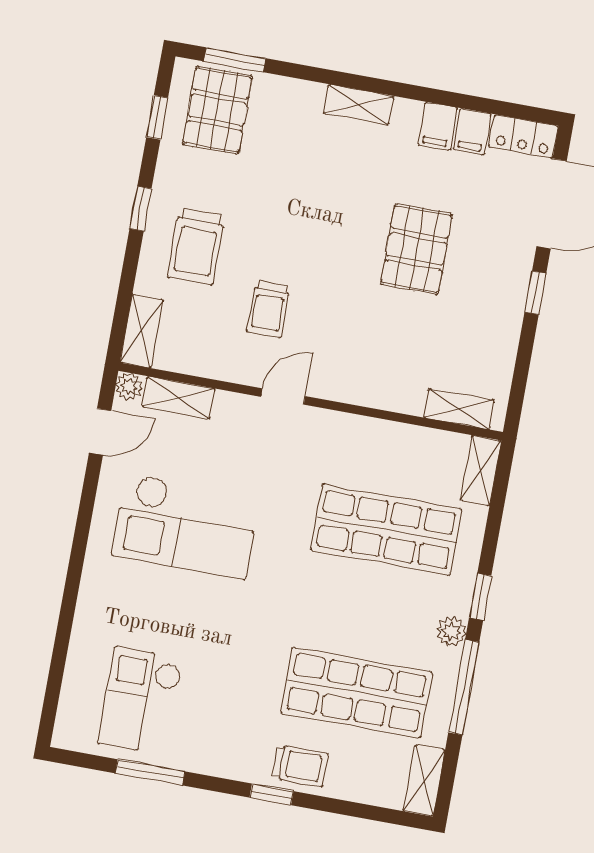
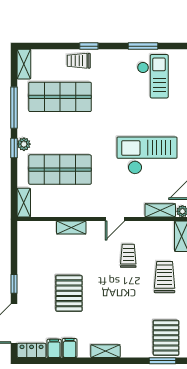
shelving: (459, 409) -> (71, 228), moved
plant: (451, 632) -> (24, 144), moved

